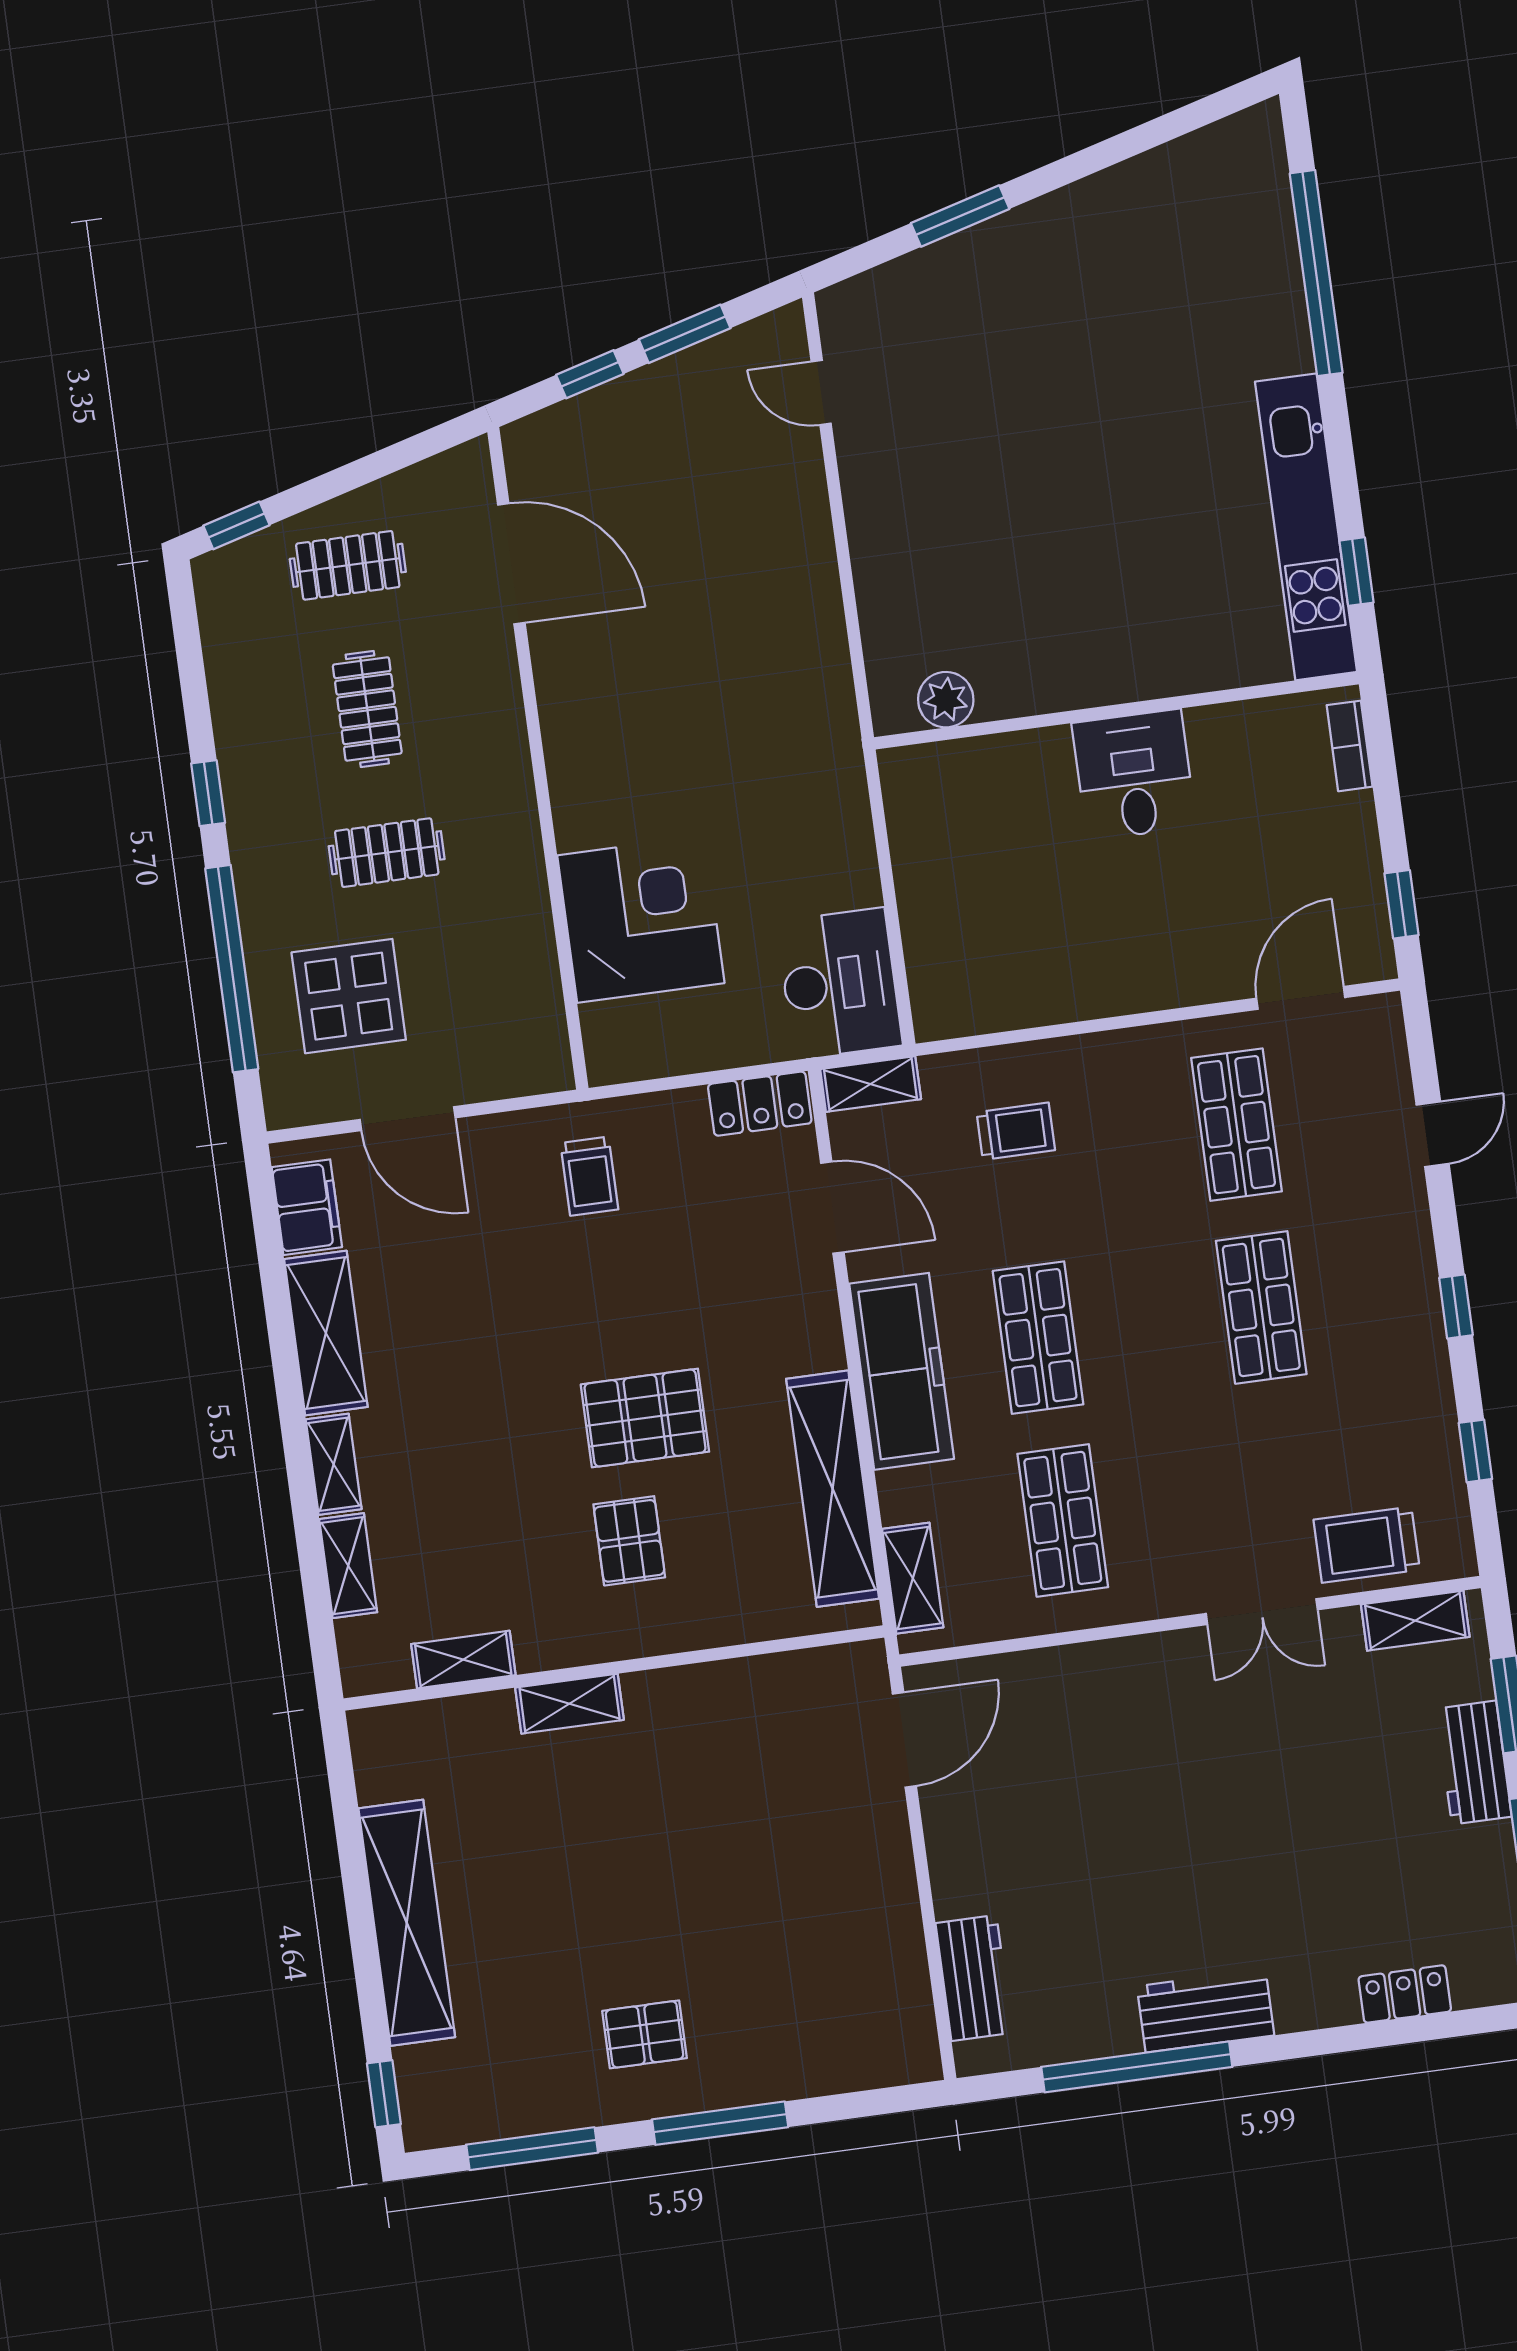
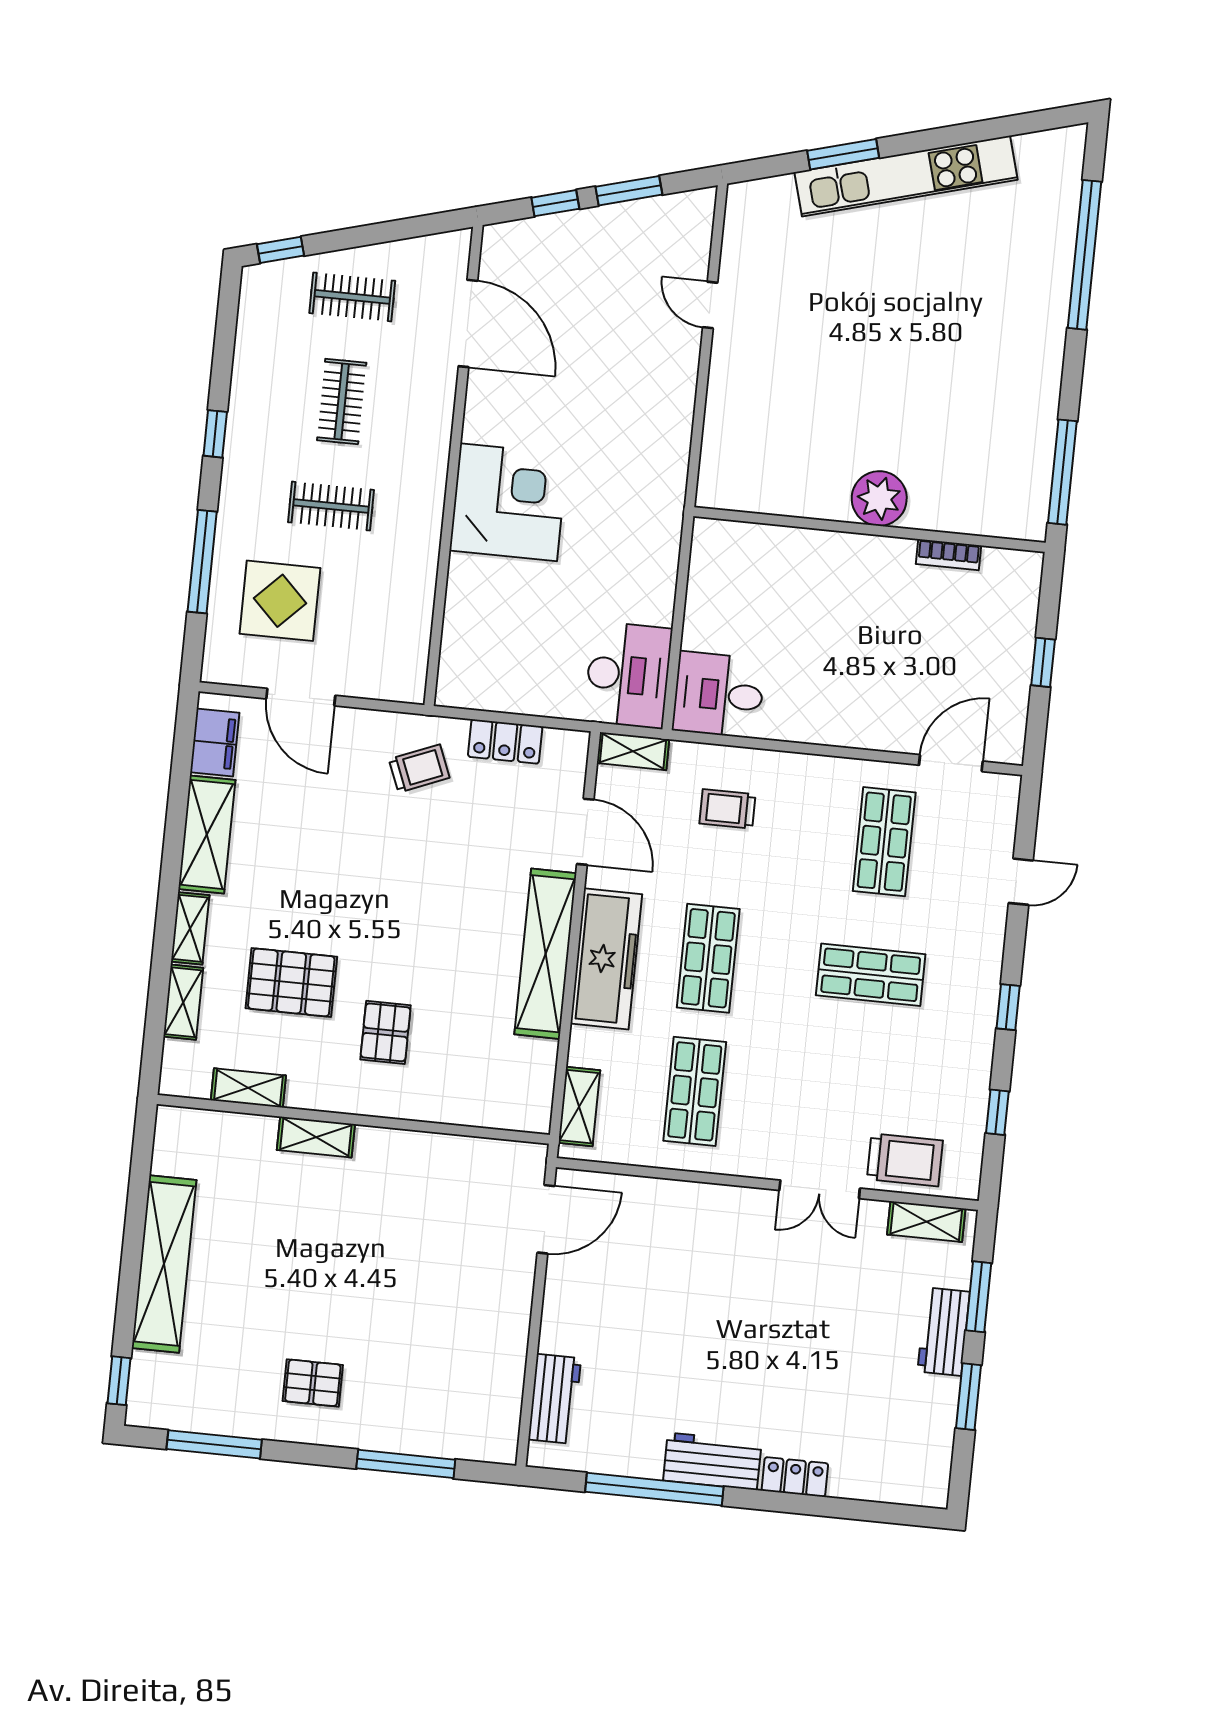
door: (821, 392) -> (710, 305), moved
kitchen unit: (1306, 527) -> (906, 176), moved, turned -105
window: (1357, 572) -> (1062, 472), width x2.17
plant: (946, 700) -> (879, 498), moved, width x1.36, depth x1.36
bookcase: (1350, 746) -> (948, 555), moved, turned -90
desk: (1134, 775) -> (719, 695), moved, turned -90
window: (1401, 904) -> (1043, 662), moved
corner desk: (641, 919) -> (509, 502), moved
window: (232, 969) -> (202, 562), width x0.68
locker: (760, 1104) -> (505, 742), moved
trolley: (1016, 1131) -> (727, 809), turned 180
trolley: (589, 1176) -> (419, 768), turned -112
shop shelf: (1261, 1307) -> (871, 975), turned 90
pallet: (645, 1418) -> (291, 982), moved
shelving: (833, 1489) -> (546, 954), moved
trolley: (1367, 1545) -> (905, 1160), turned 180
locker: (1405, 1994) -> (795, 1477), moved
window: (720, 2123) -> (406, 1464), moved

